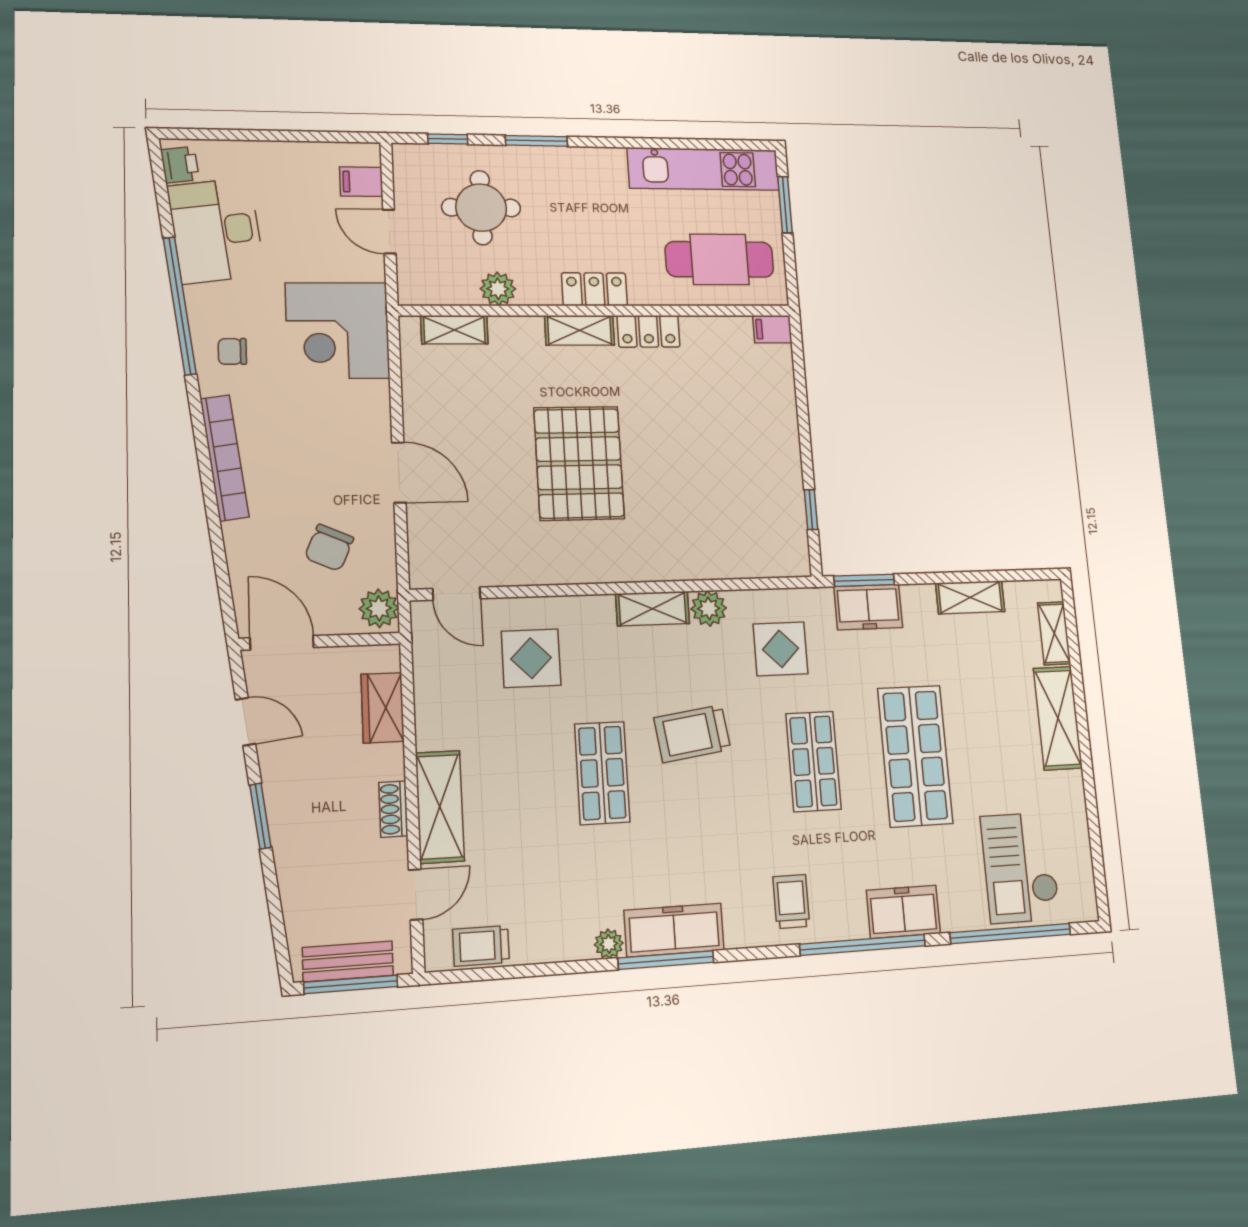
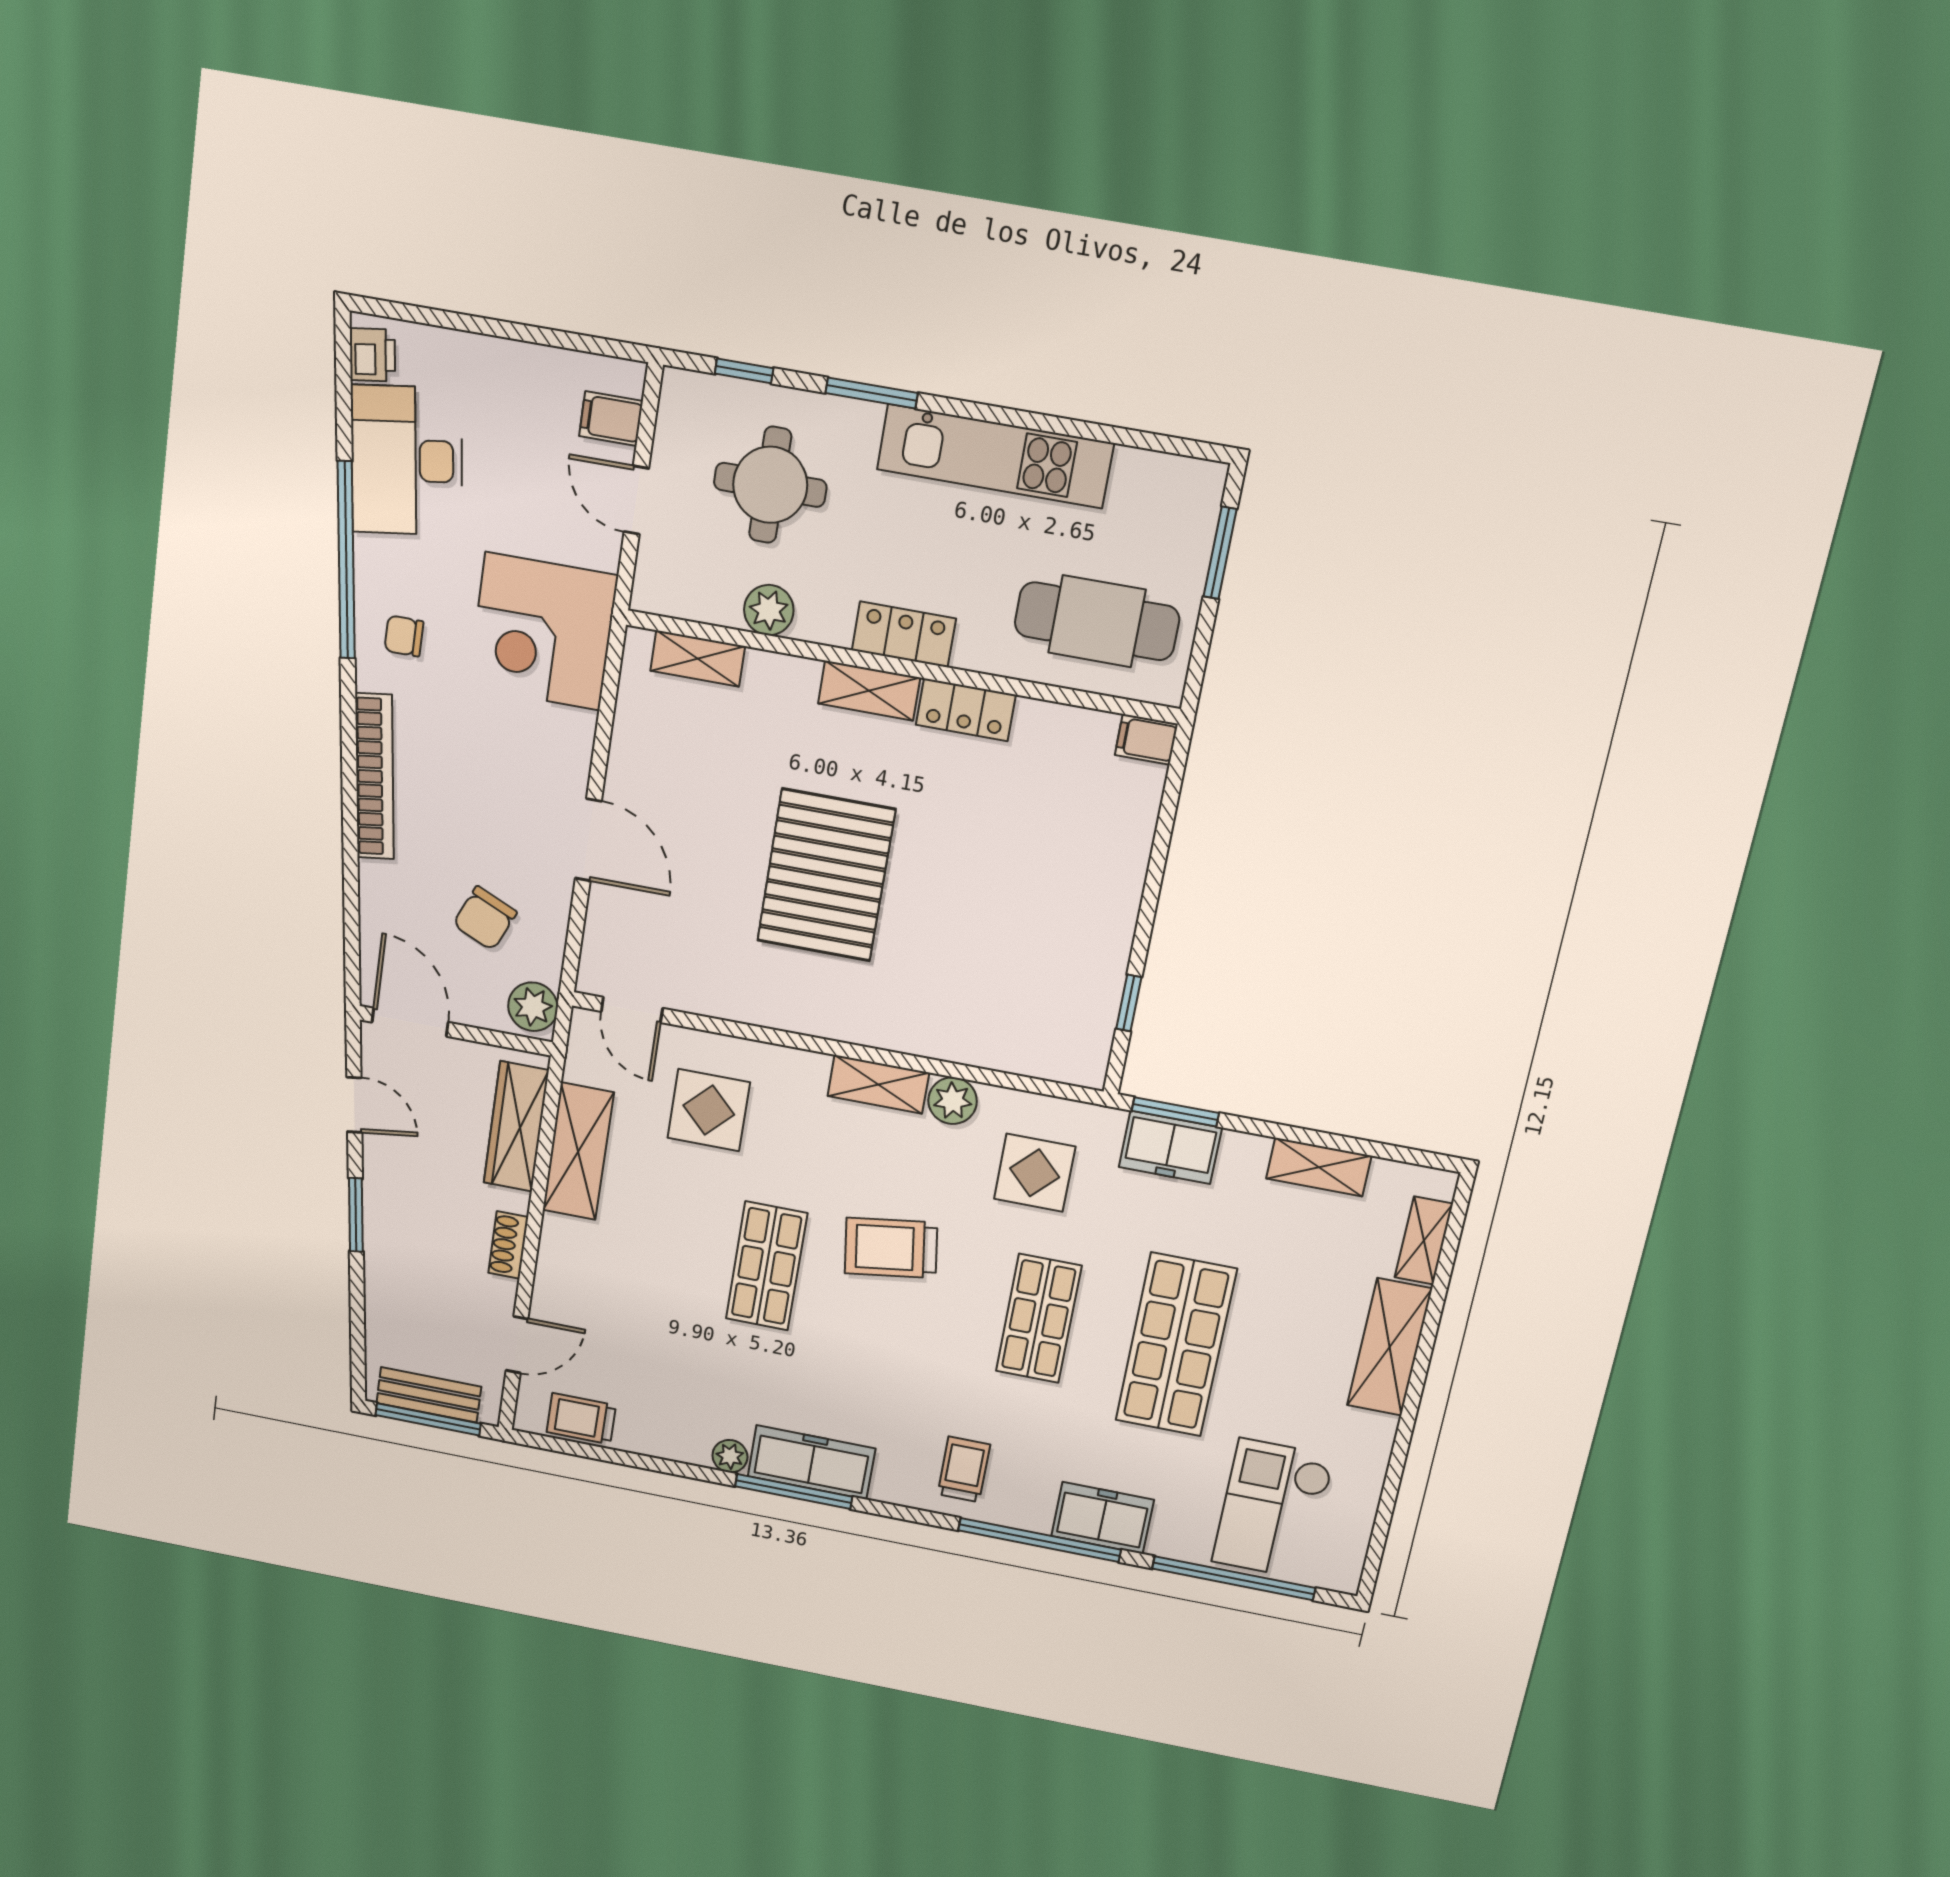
kitchen unit: (704, 169) -> (995, 456), moved
wardrobe: (382, 708) -> (516, 1127), width x1.50
shelving: (440, 807) -> (578, 1151), moved

